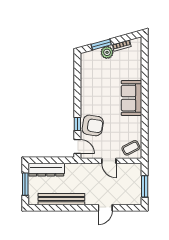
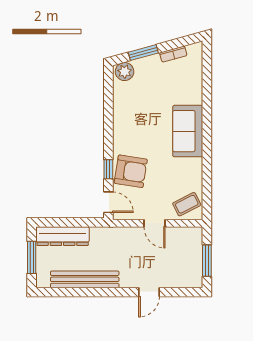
plant: (107, 52) -> (125, 72), moved

